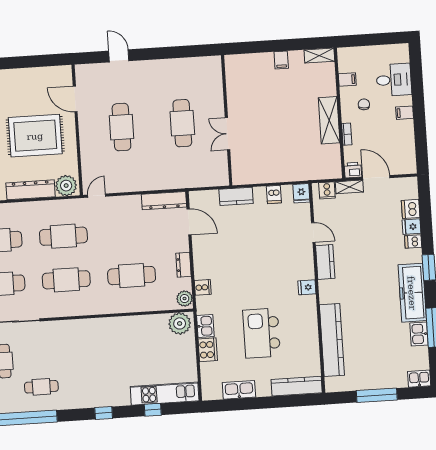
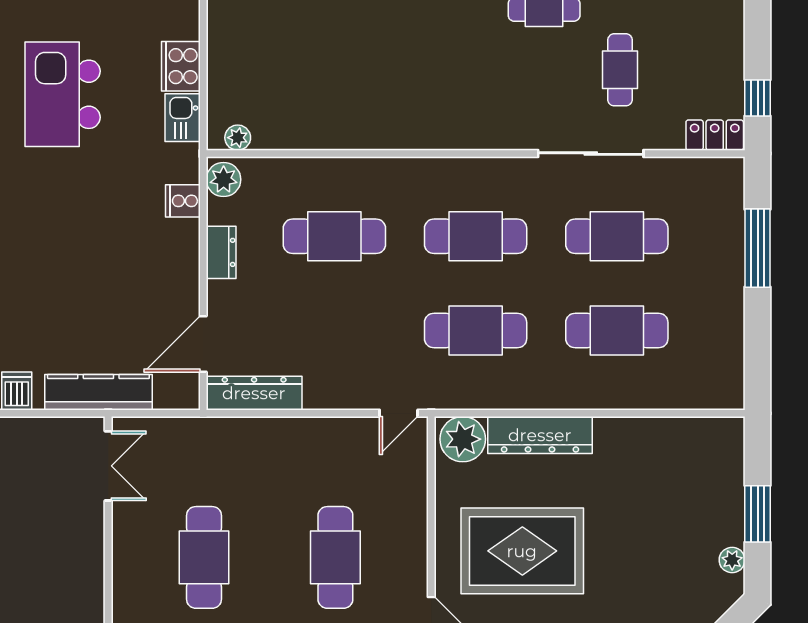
double door: (228, 134) -> (108, 466), moved
kitchen counter: (236, 196) -> (98, 392), width x1.50
door: (189, 222) -> (203, 344), hinge flipped
plant: (180, 323) -> (238, 138), width x0.53, depth x0.53
kitchen island: (262, 333) -> (63, 94), turned 180

